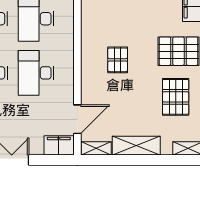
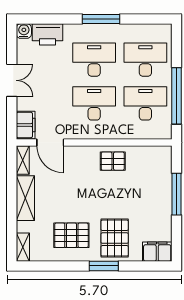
pallet: (118, 60) -> (113, 161), moved

